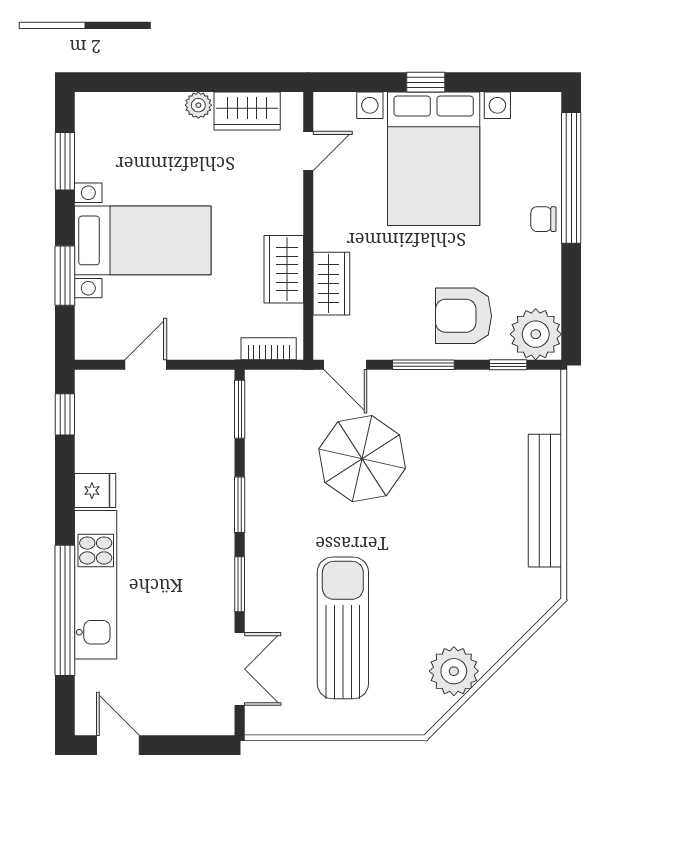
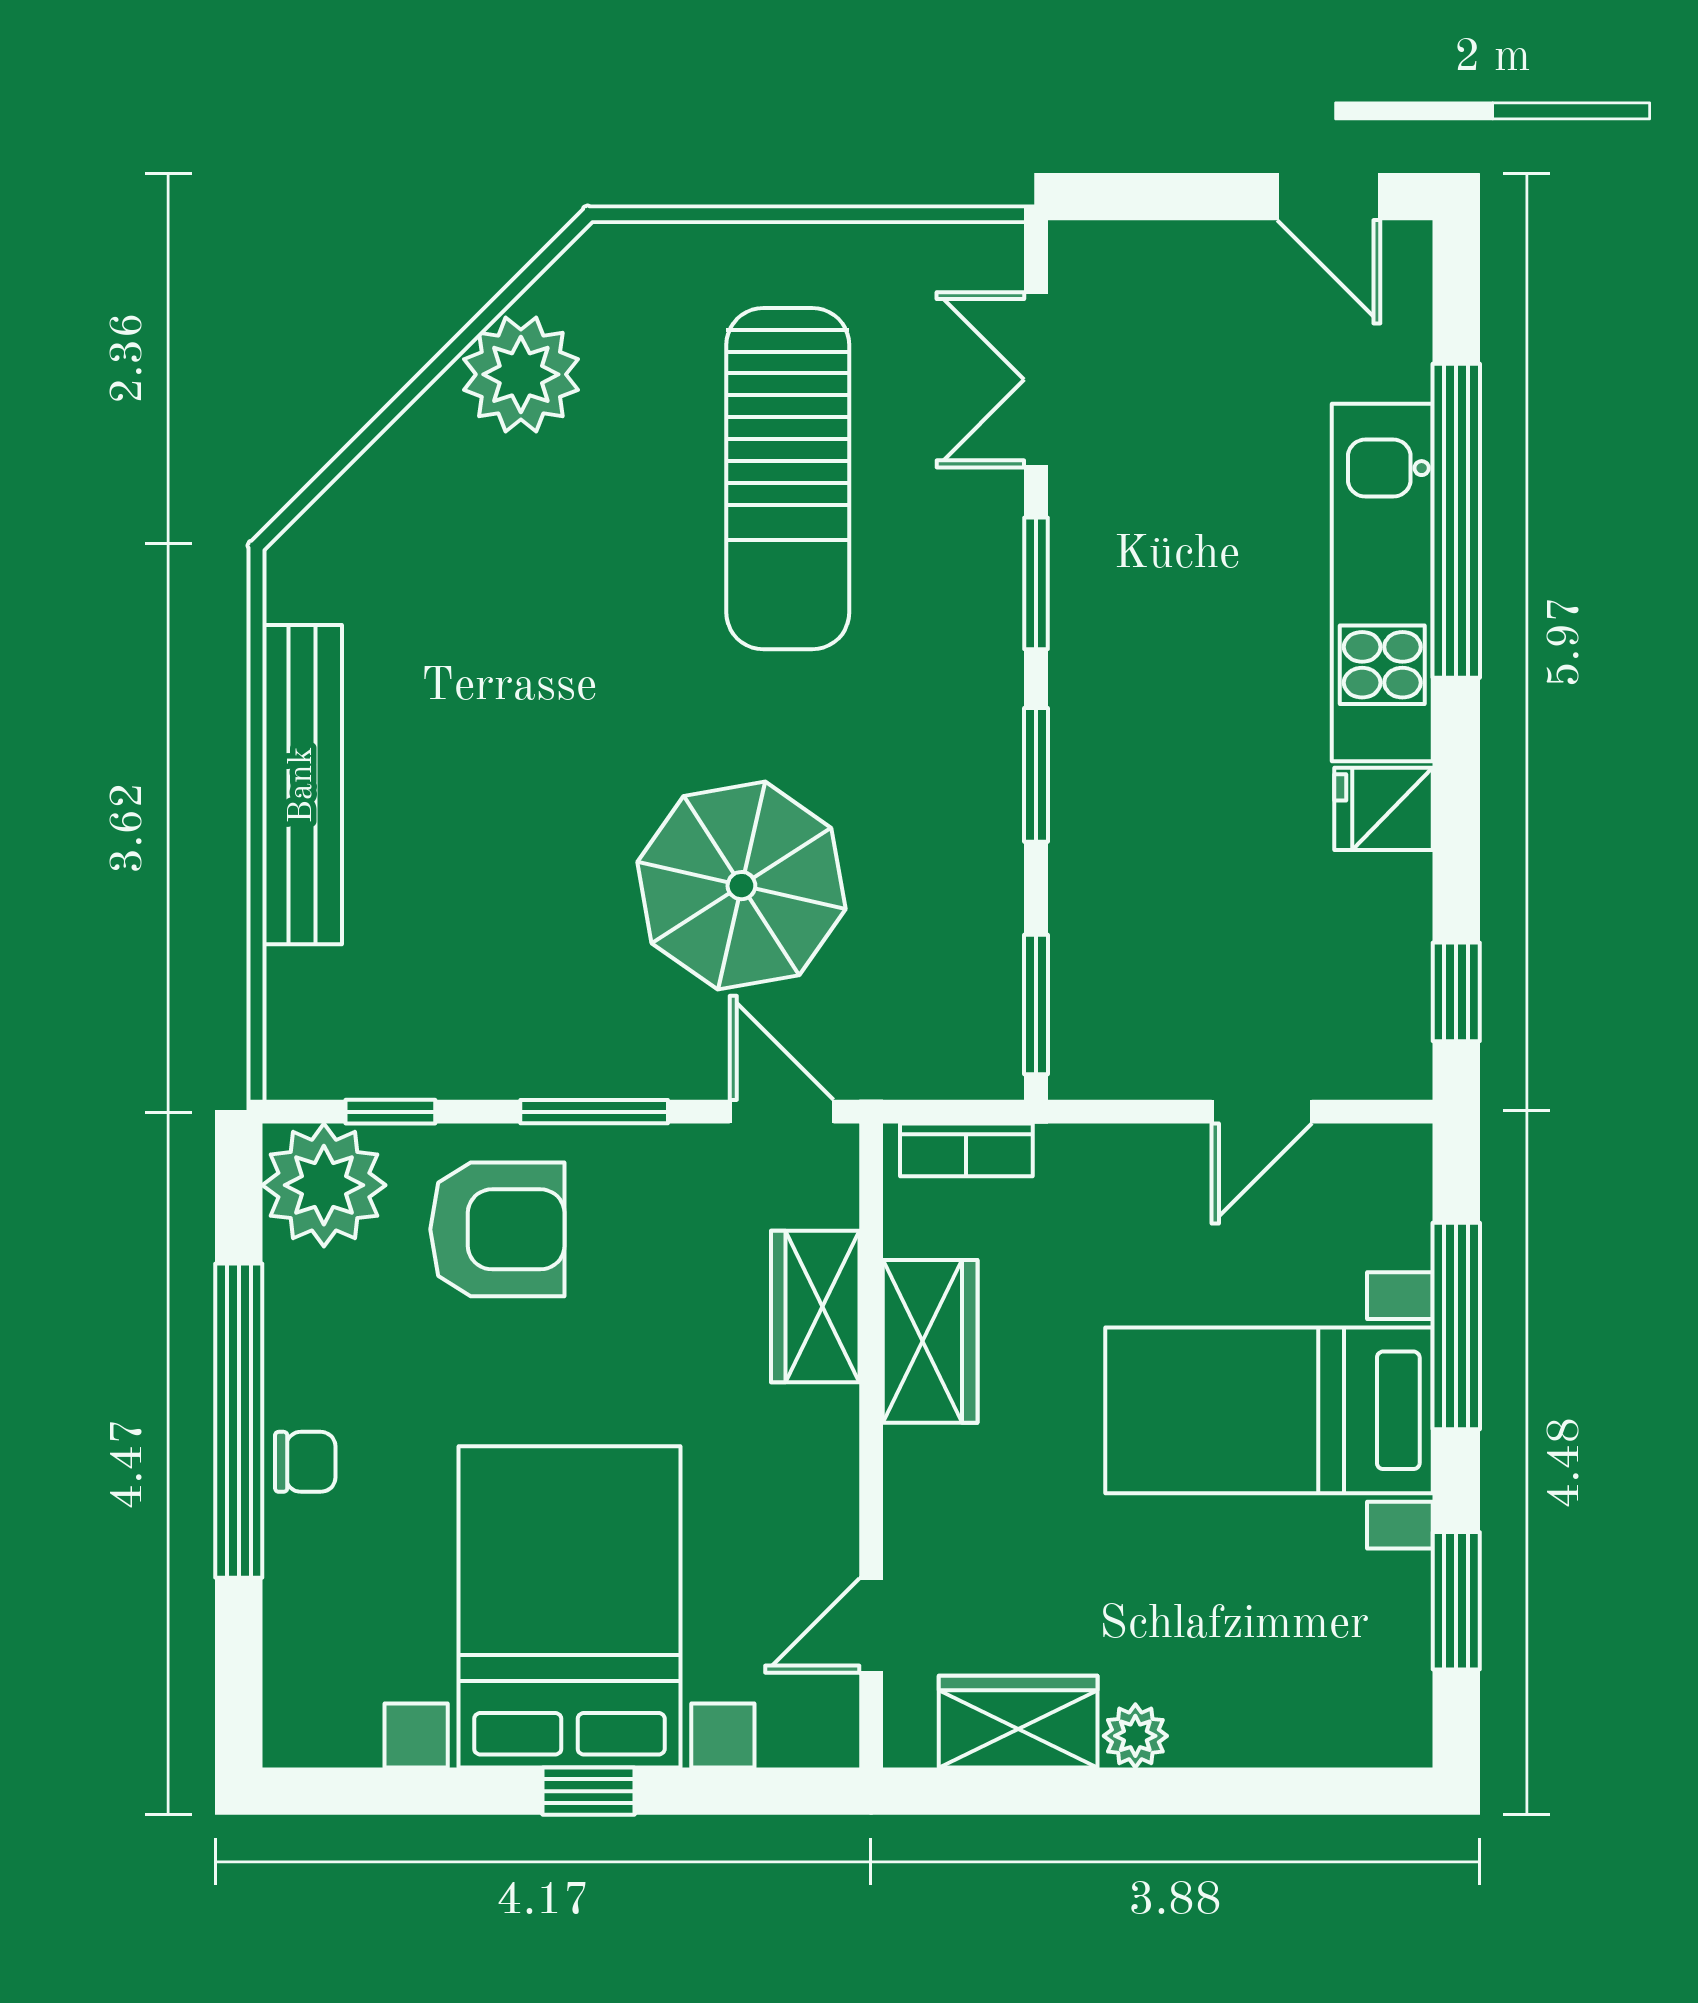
window: (571, 178) -> (239, 1421), moved
window: (65, 276) -> (1456, 1326), width x1.44

